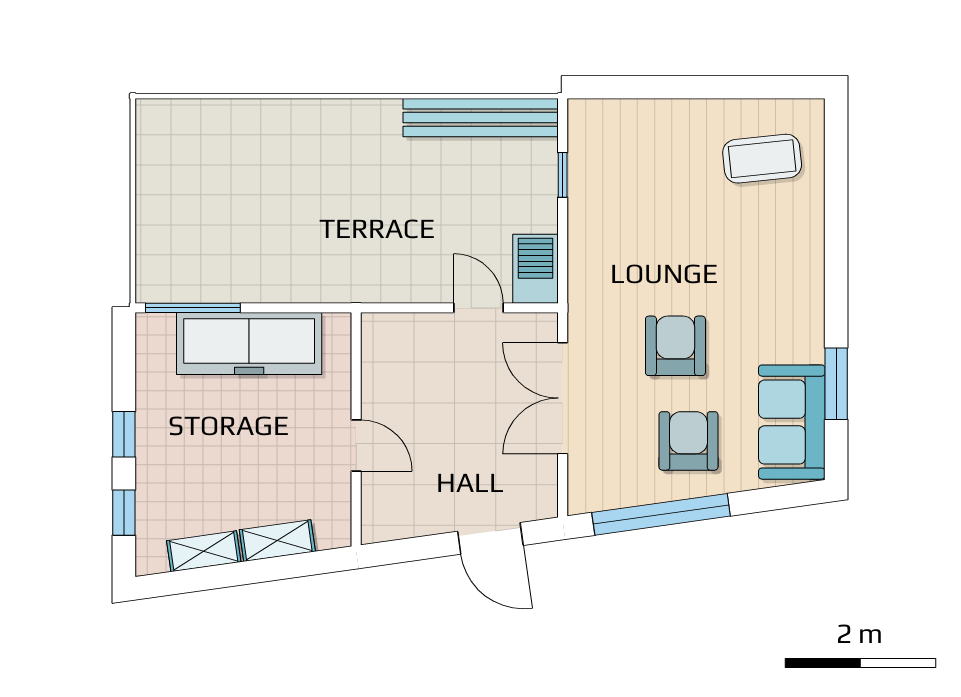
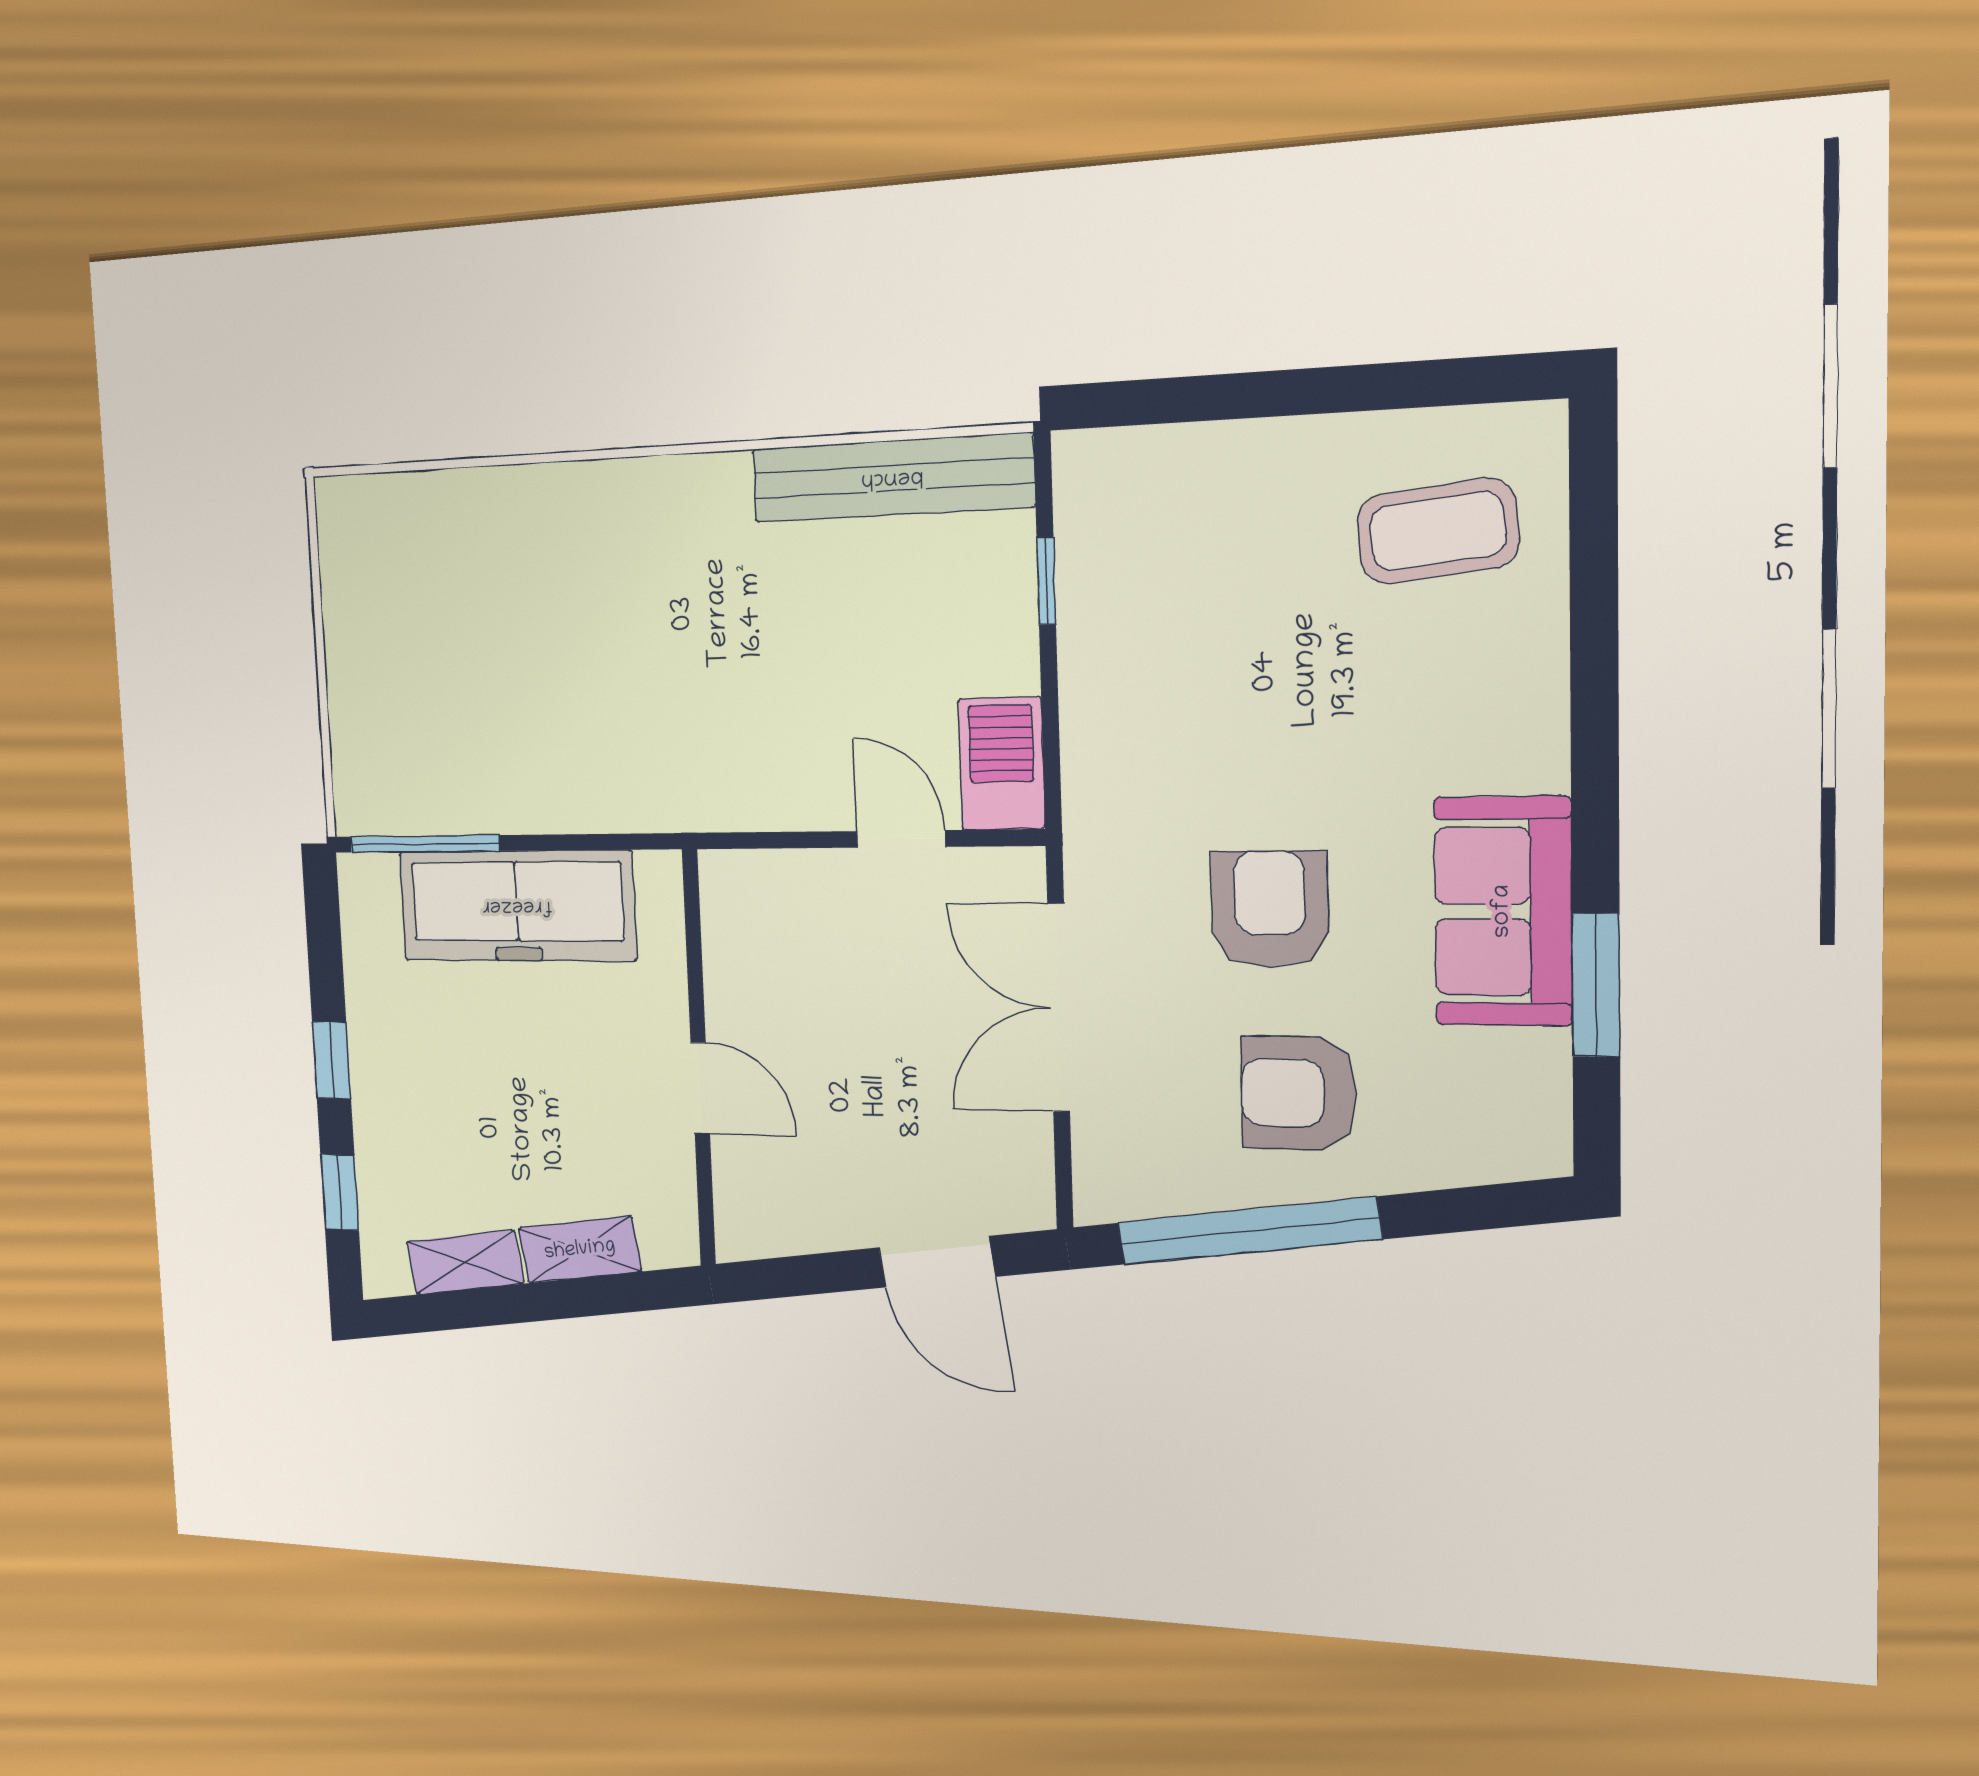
sofa: (792, 422) -> (1503, 911), moved
armchair: (688, 441) -> (1298, 1093), turned -90

